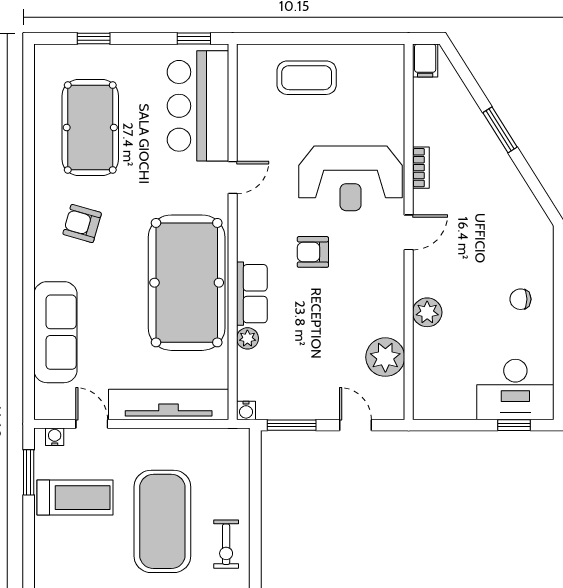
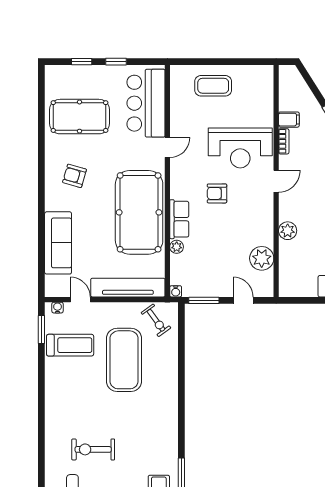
window: (194, 38) -> (116, 62), moved
filing cabinet: (425, 60) -> (289, 120), moved, turned -90
pool table: (90, 128) -> (79, 117), turned 90
exercise bike: (226, 544) -> (156, 320), moved, turned -36

